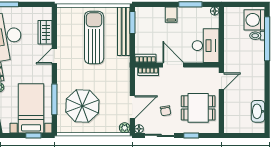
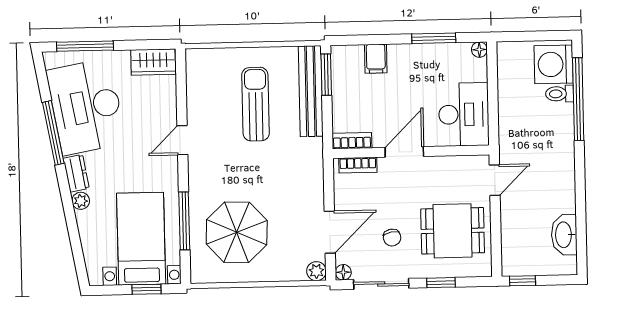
filing cabinet: (171, 15) -> (376, 59), moved
wardrobe: (45, 32) -> (153, 62), moved, turned -90
sun lounger: (94, 38) -> (256, 104), width x0.73, depth x0.75
door: (173, 65) -> (404, 152), hinge flipped
window: (235, 135) -> (522, 281), added

